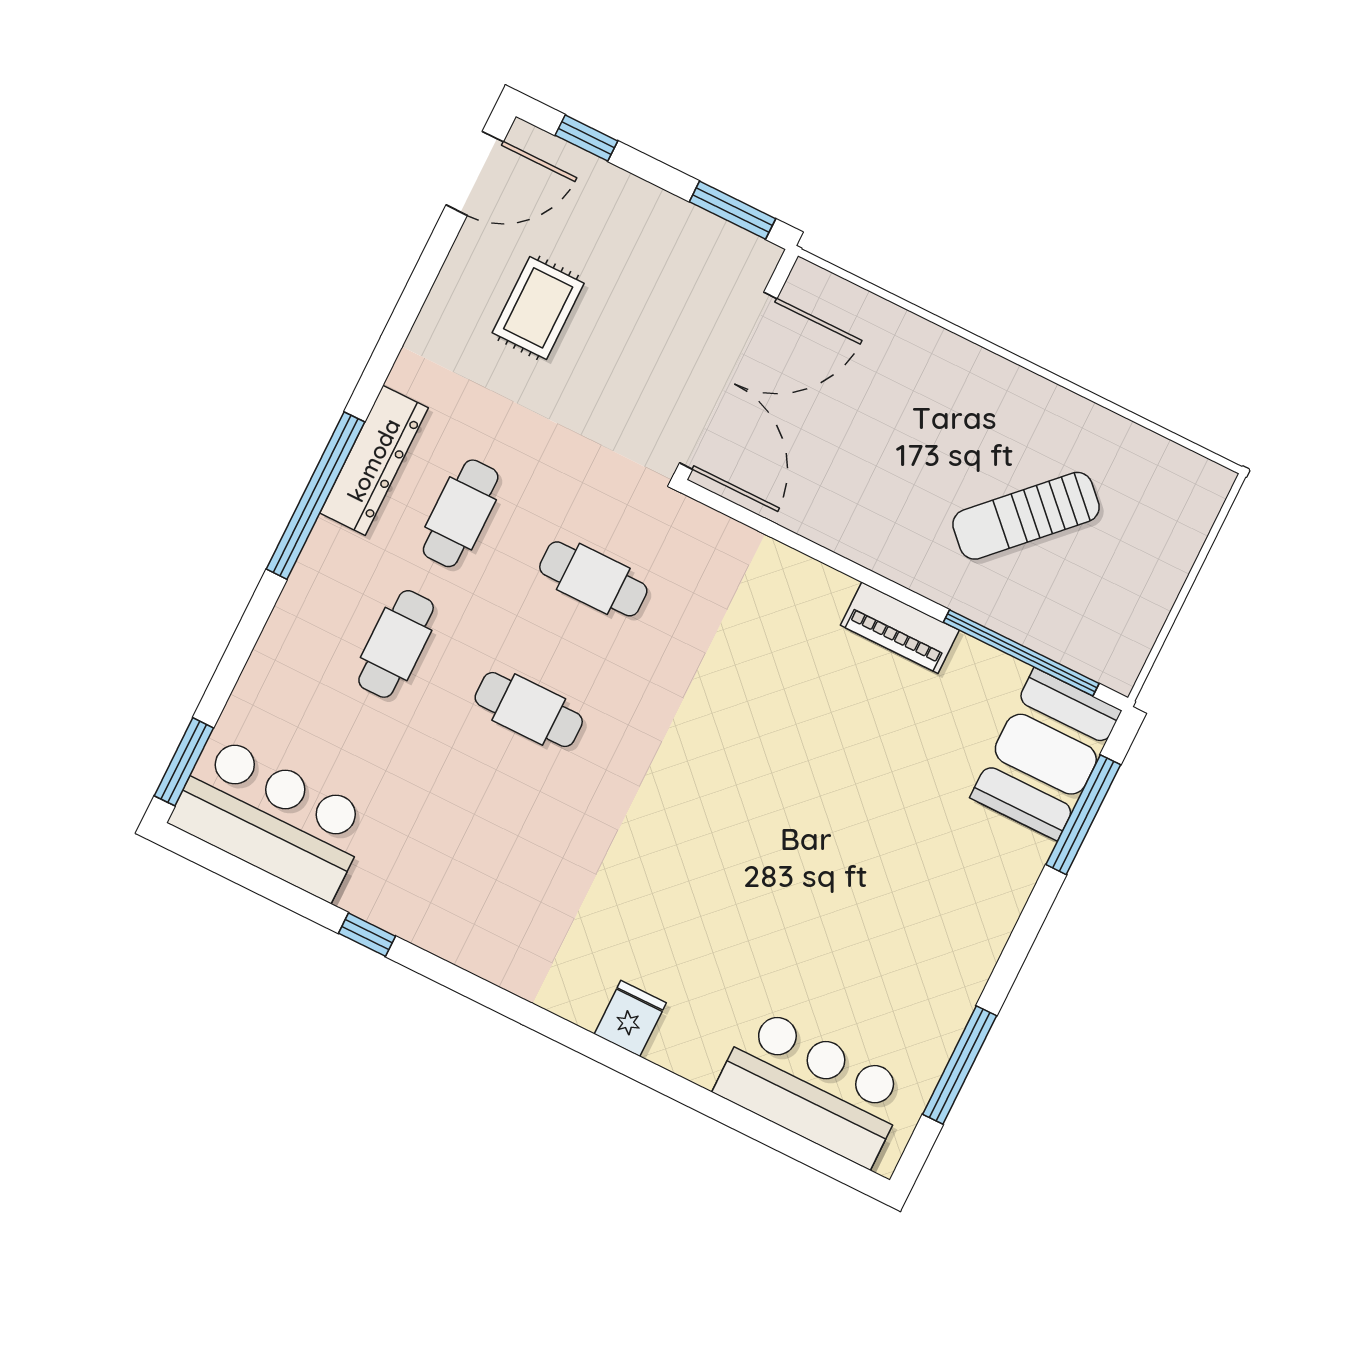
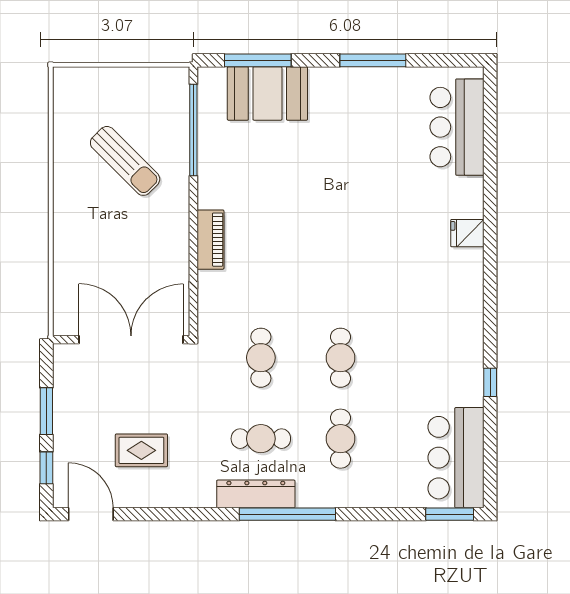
window: (733, 210) -> (46, 411), moved
piano: (900, 628) -> (210, 240), moved
cafe table: (396, 644) -> (340, 439), turned 90
booth: (1046, 754) -> (267, 93), moved
window: (960, 1065) -> (373, 60), moved

